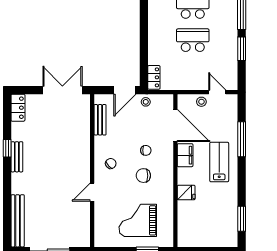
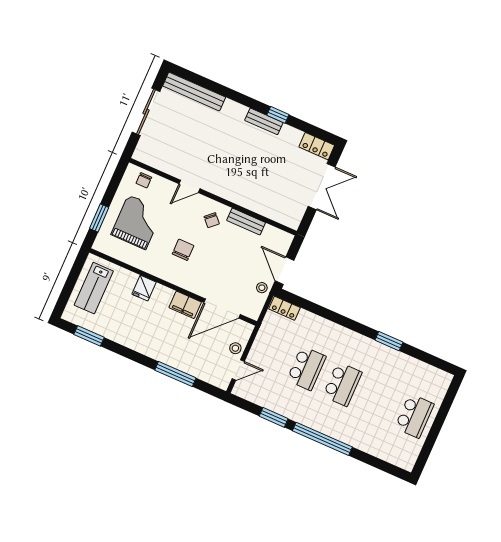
double door: (62, 90) -> (322, 187), moved
bench: (100, 120) -> (246, 221), moved
chair: (146, 150) -> (144, 180), moved
lab bench: (219, 162) -> (94, 288), moved, turned 90
door: (92, 192) -> (189, 186), swing flipped

